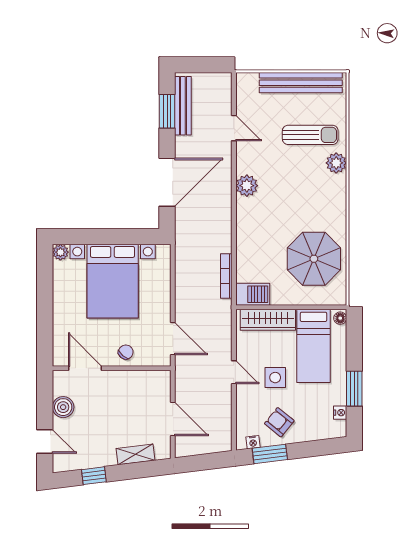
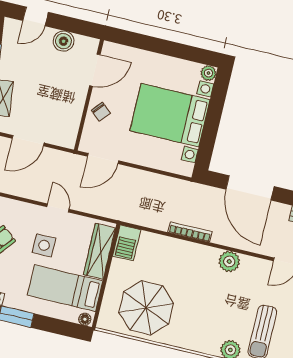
bookcase: (226, 276) -> (190, 232), moved
door: (234, 372) -> (58, 208), swing flipped

